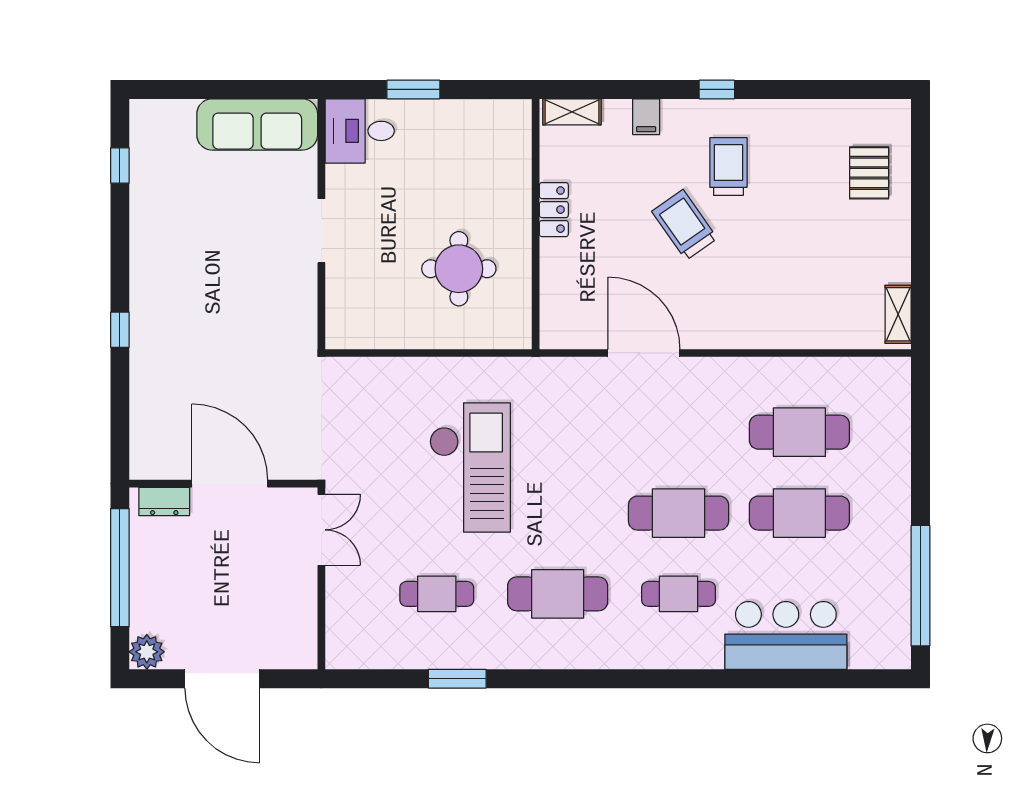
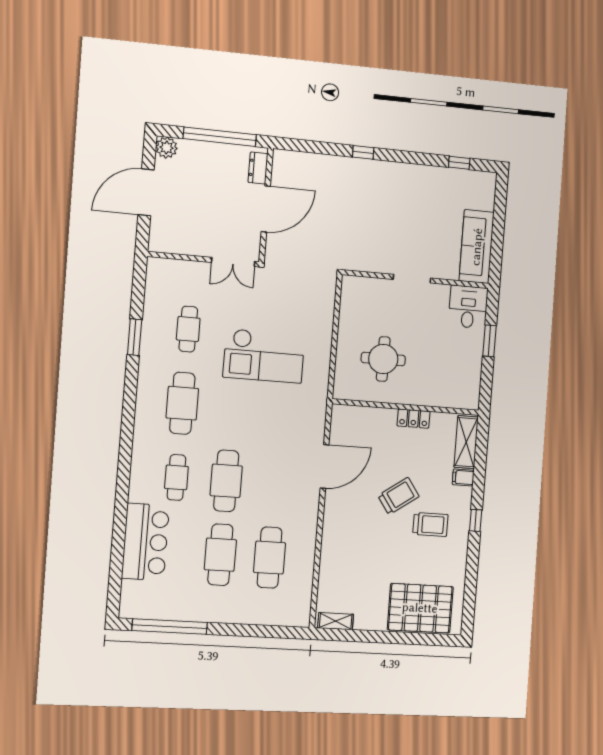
shelving: (572, 112) -> (466, 442), width x1.50, depth x1.33
pallet: (869, 173) -> (420, 608), width x2.05, depth x2.00

